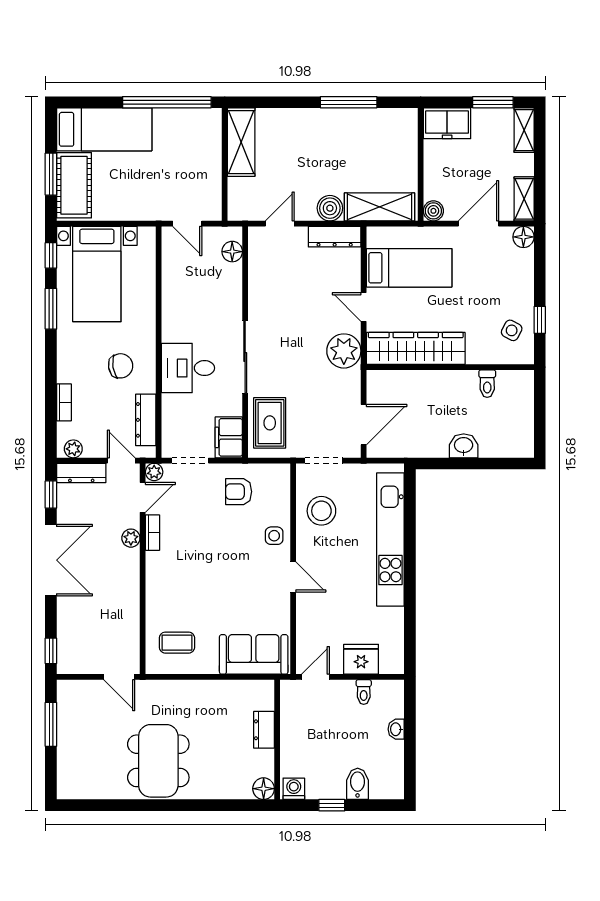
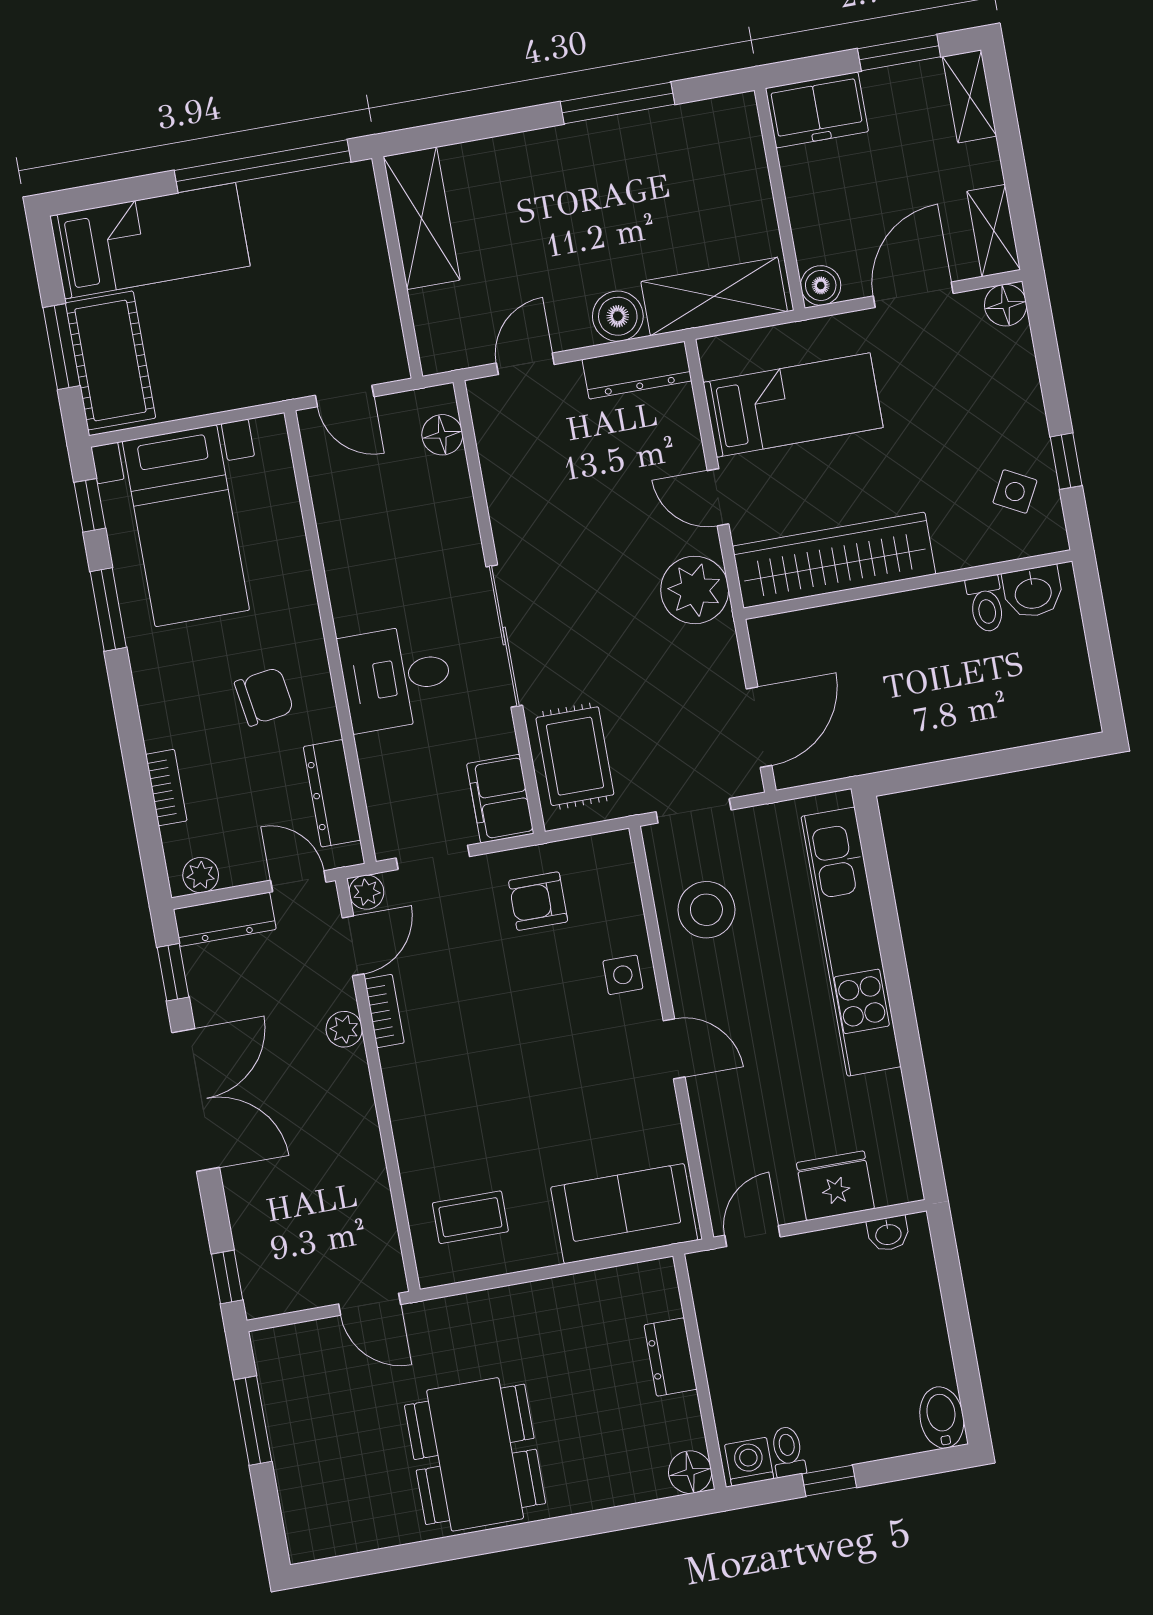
washbasin: (464, 446) -> (1033, 592), moved, turned 180
toilet: (364, 692) -> (788, 1452), moved, turned 180
washbasin: (396, 729) -> (888, 1234), moved, turned -90
bidet: (358, 784) -> (942, 1418), moved

